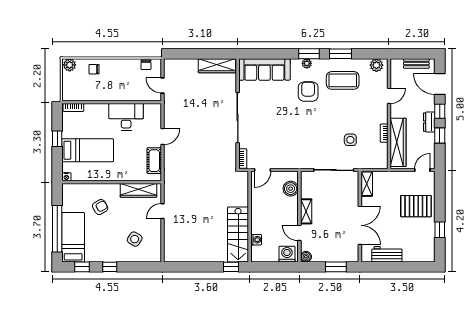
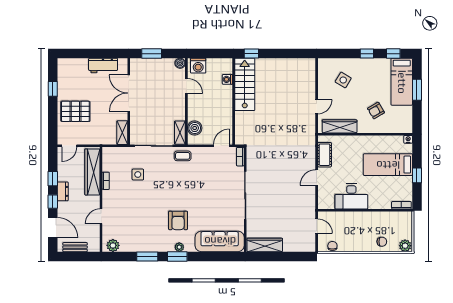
coffee table: (343, 80) -> (183, 156), moved, width x0.54, depth x0.58
shelving: (306, 211) -> (180, 133), moved
window: (57, 229) -> (417, 90), width x0.47

